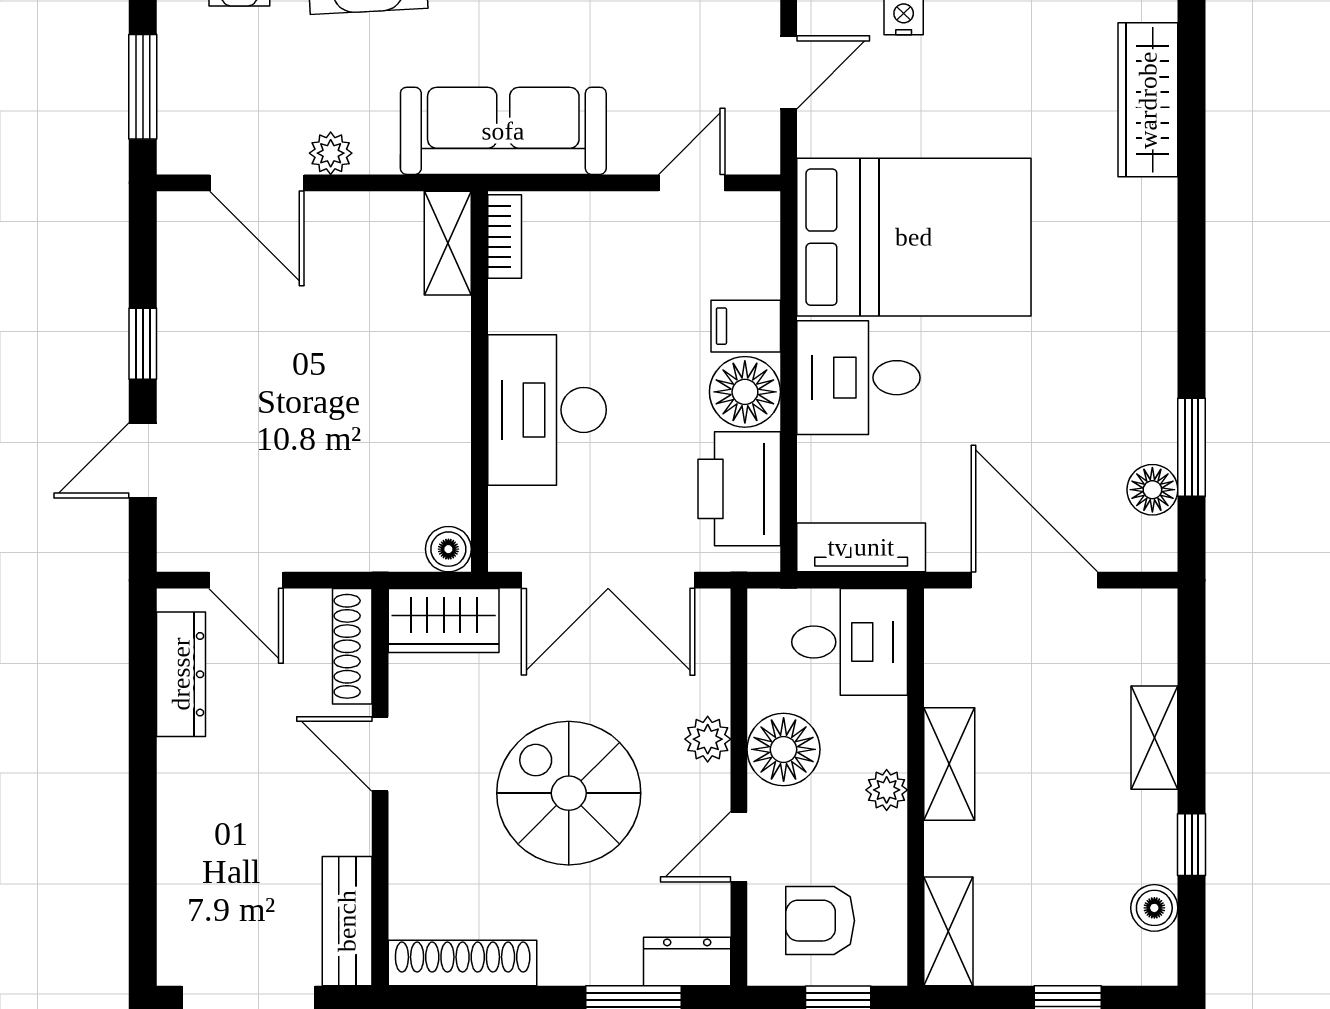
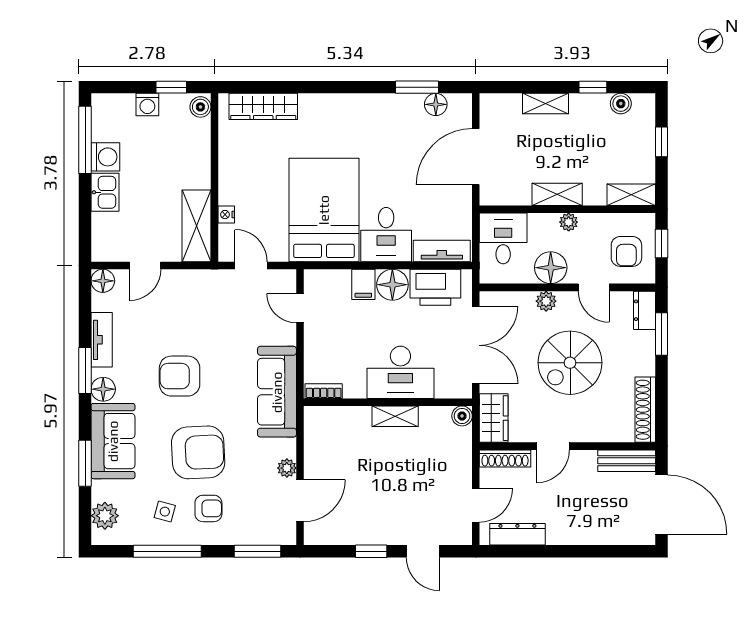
shelving: (448, 243) -> (395, 416), moved
tv unit: (861, 547) -> (442, 251), moved, turned 90

